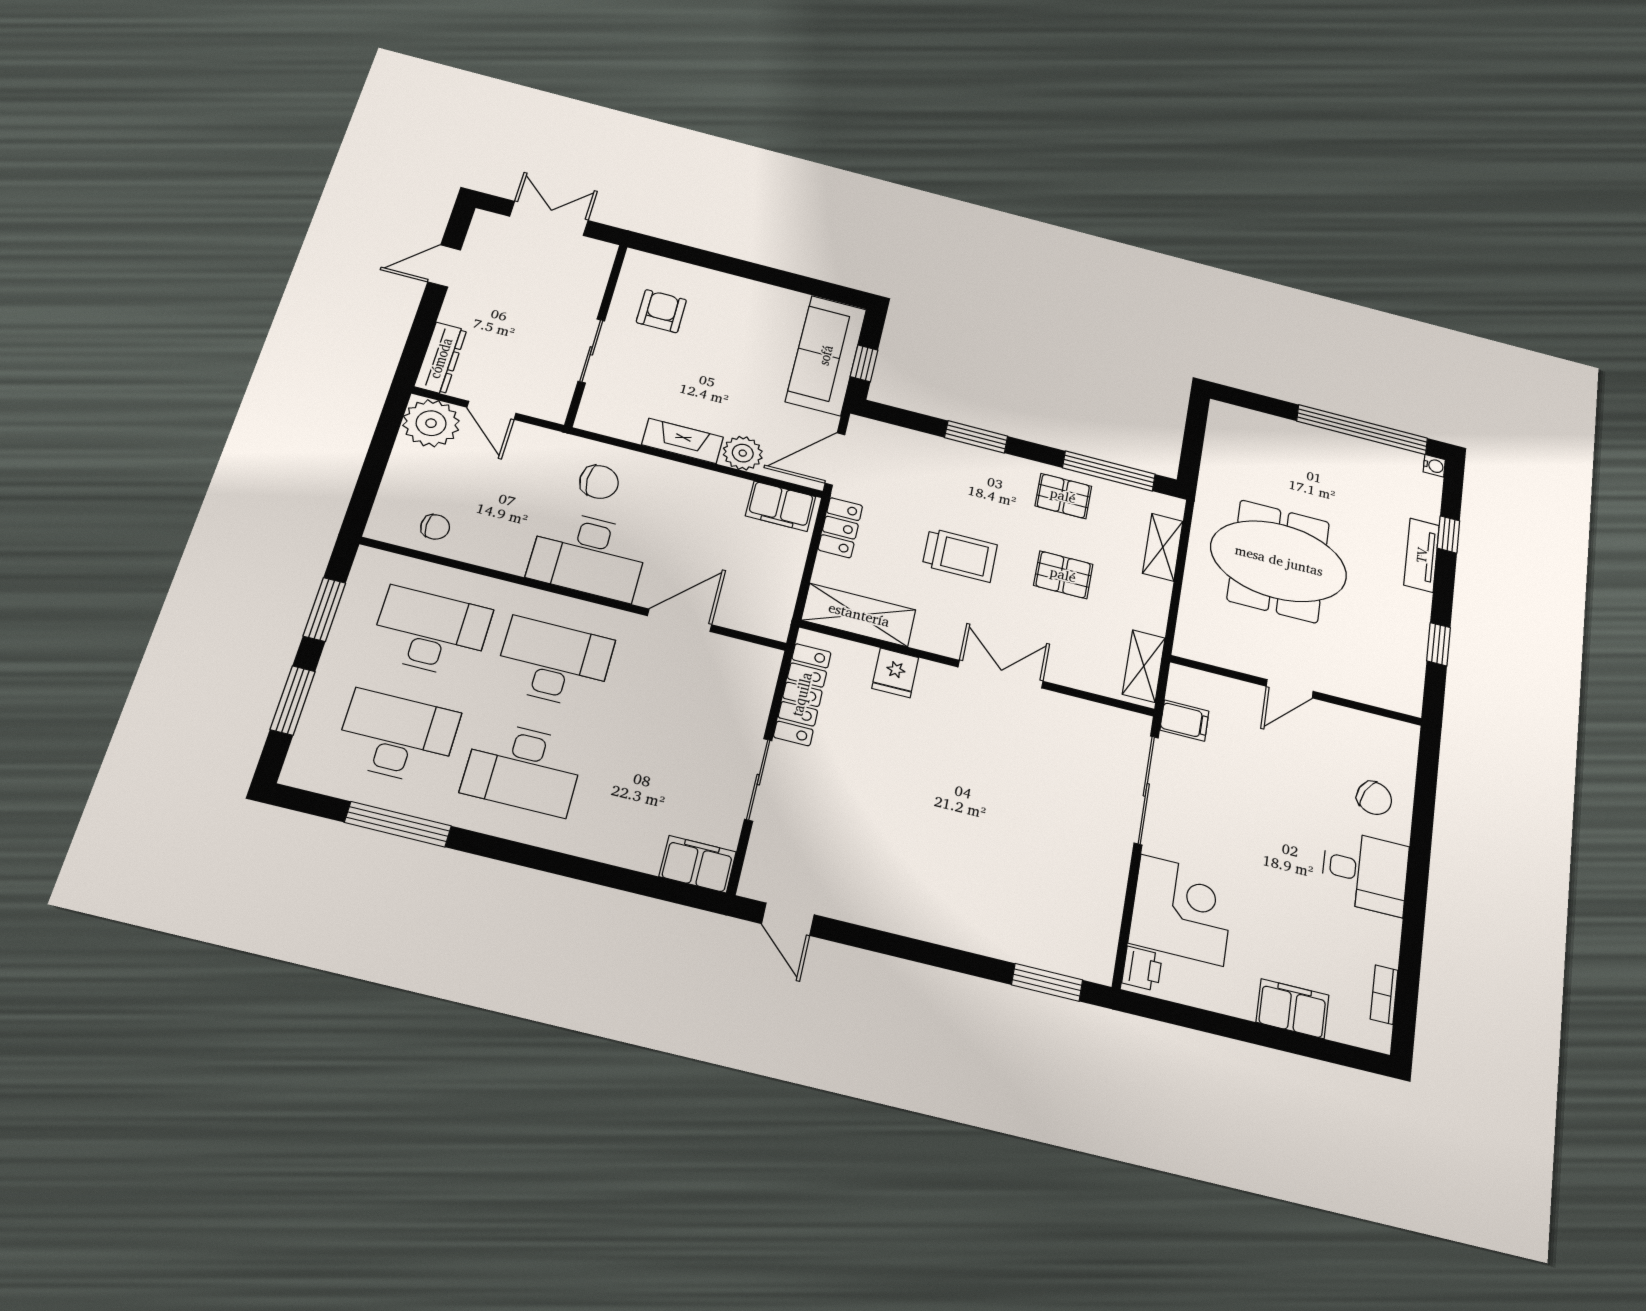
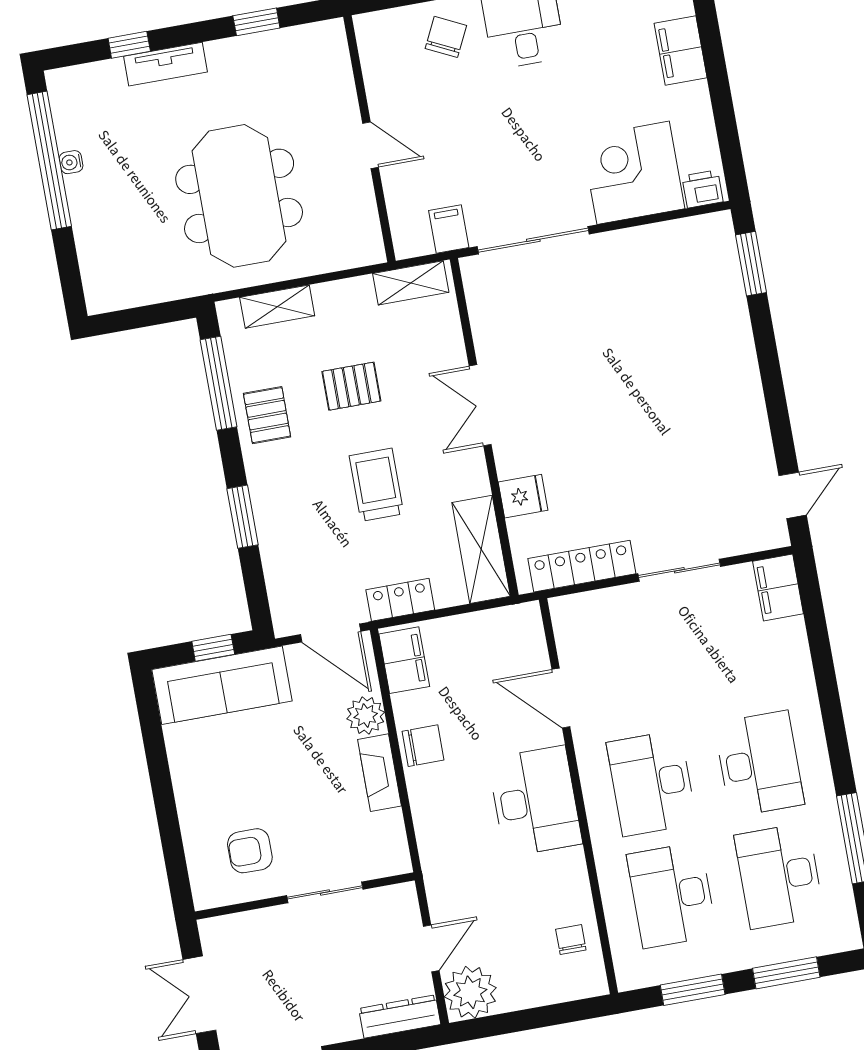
water cooler: (1434, 466) -> (71, 162), moved, turned -90
chair: (599, 482) -> (423, 746), moved, turned 90
pallet: (1063, 575) -> (351, 386), turned 90

